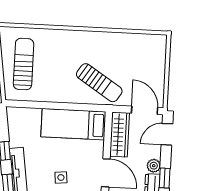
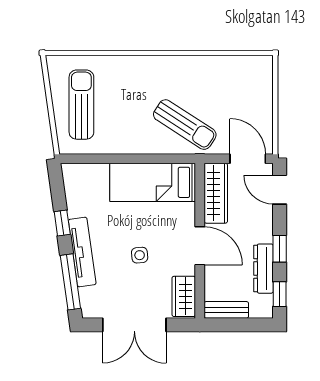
door: (167, 134) -> (280, 190), hinge flipped
plant: (154, 166) -> (264, 233), removed

